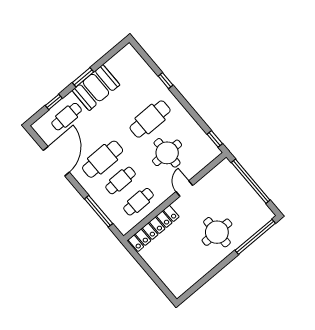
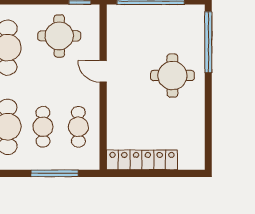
round table: (167, 153) -> (59, 36), moved
locker: (154, 228) -> (142, 160), moved, turned -90

